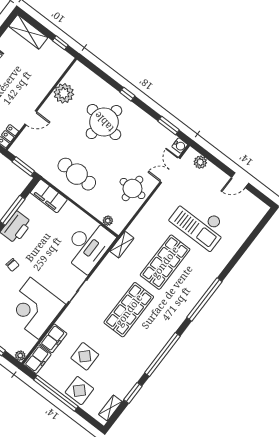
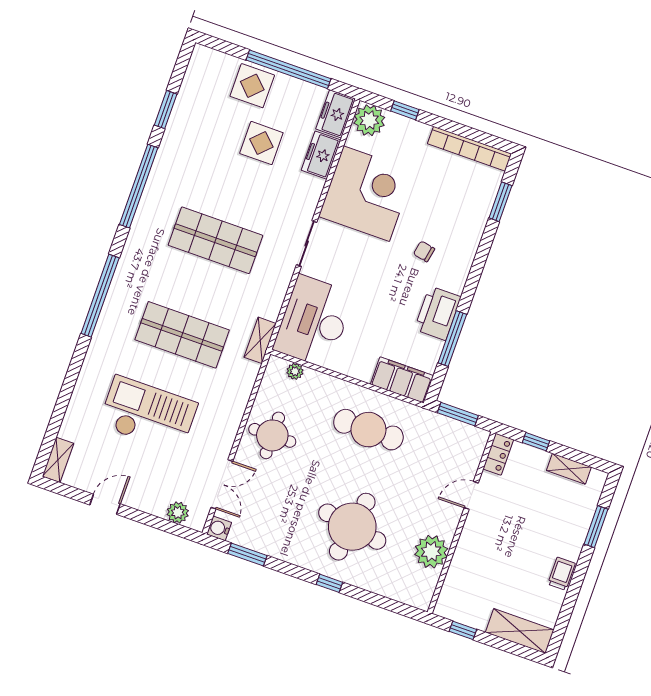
shop shelf: (165, 262) -> (182, 335), turned 90
shop shelf: (129, 310) -> (215, 240), turned 90
plant: (20, 356) -> (369, 120), width x1.88, depth x1.88
shelving: (110, 408) -> (58, 460), moved

